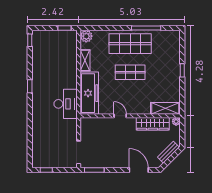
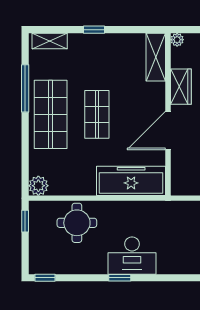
round table: (63, 60) -> (77, 223), added
shelving: (85, 60) -> (50, 41), moved
desk: (66, 104) -> (132, 256), moved, turned 180
door: (120, 116) -> (168, 131), width x1.87
wardrobe: (153, 124) -> (181, 87), width x0.67

